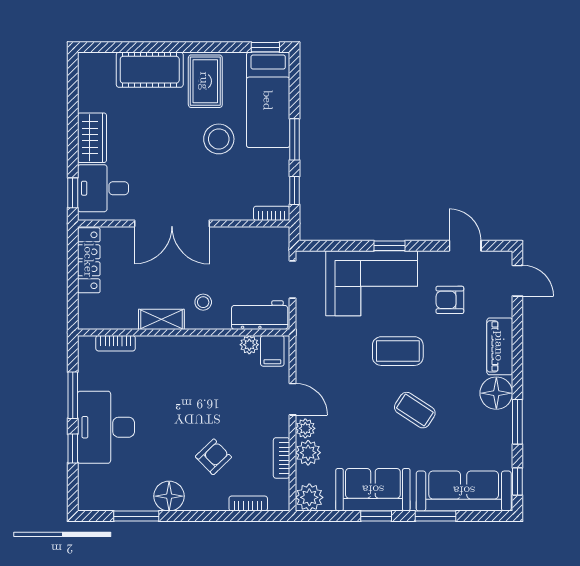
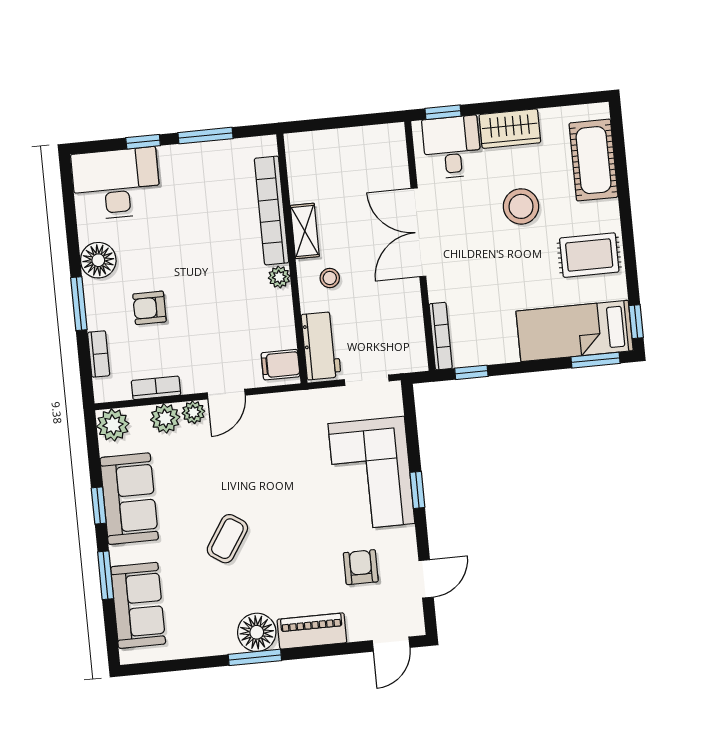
cot: (150, 70) -> (594, 160), moved
stool: (219, 139) -> (521, 206), moved
window: (295, 139) -> (595, 360), moved
bookcase: (272, 213) -> (441, 336), width x1.56
locker: (89, 260) -> (366, 139), removed
bookcase: (116, 343) -> (272, 210), width x2.31, depth x1.31
plant: (249, 345) -> (279, 277), moved
coffee table: (398, 351) -> (295, 512), removed
window: (517, 422) -> (255, 657), moved
desk: (106, 427) -> (116, 184), moved
armchair: (213, 457) -> (149, 308), turned 134
window: (517, 482) -> (155, 667), removed
sofa: (464, 491) -> (138, 605), width x0.73
window: (136, 516) -> (79, 304), moved

